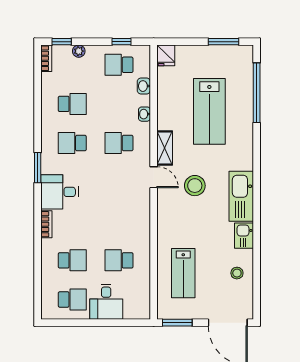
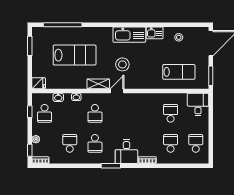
school desk: (119, 260) -> (171, 113), turned 180
desk: (106, 302) -> (198, 104), moved, turned -90

